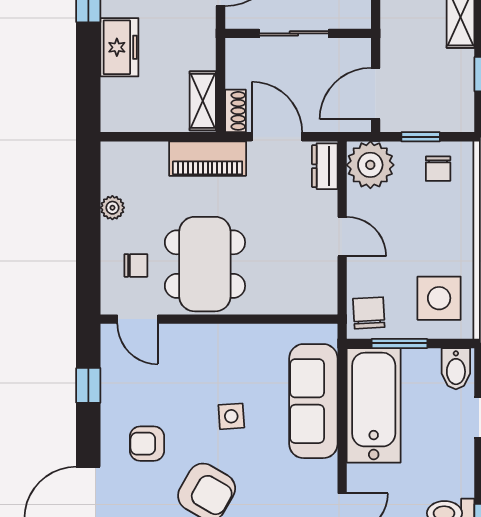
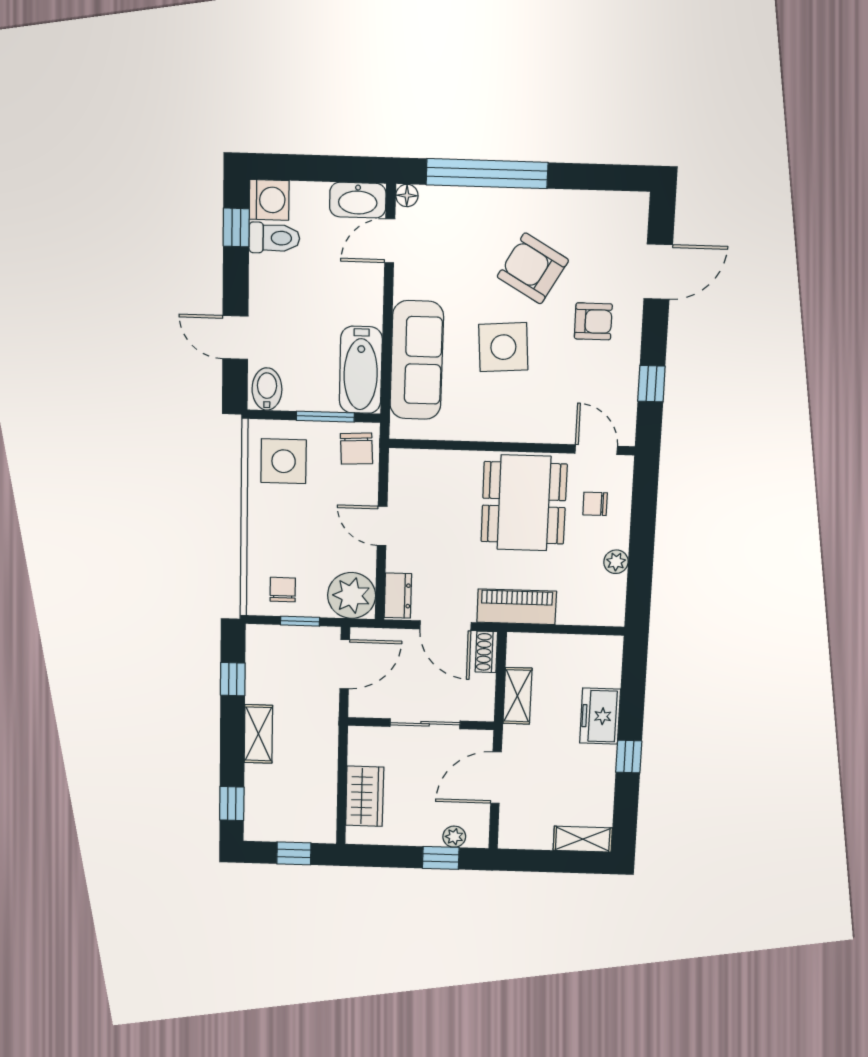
shelving: (203, 101) -> (517, 696), moved
bathtub: (374, 405) -> (361, 370), width x0.73, depth x0.73
side table: (231, 416) -> (503, 347), width x1.87, depth x1.87

